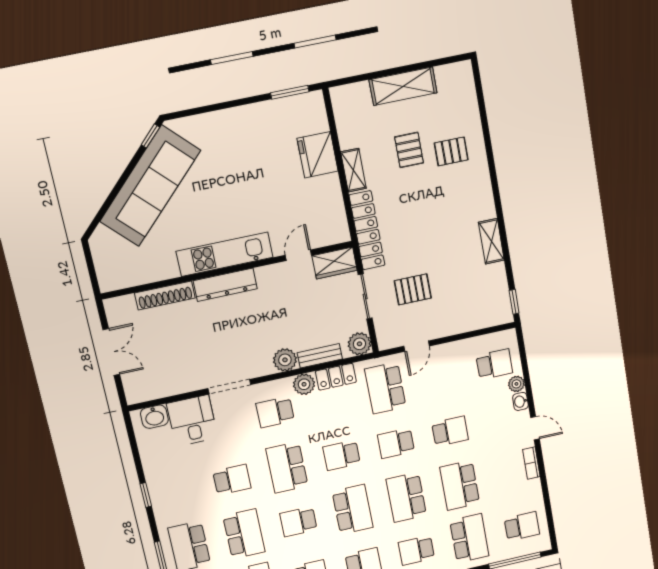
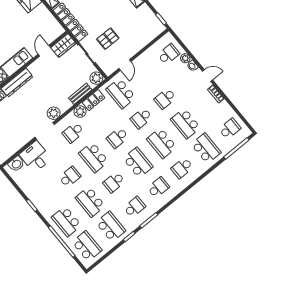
plant: (285, 360) -> (54, 113), moved
school desk: (450, 431) -> (165, 99), turned 180
school desk: (244, 534) -> (90, 202), turned 180

